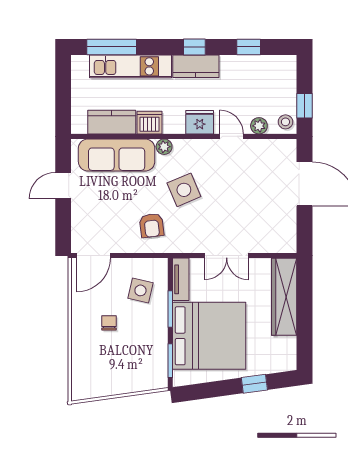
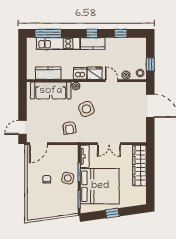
dishwasher: (150, 123) -> (80, 73), moved
door: (63, 186) -> (22, 127), moved
side table: (140, 290) -> (68, 178), moved
window: (254, 384) -> (112, 213), moved

